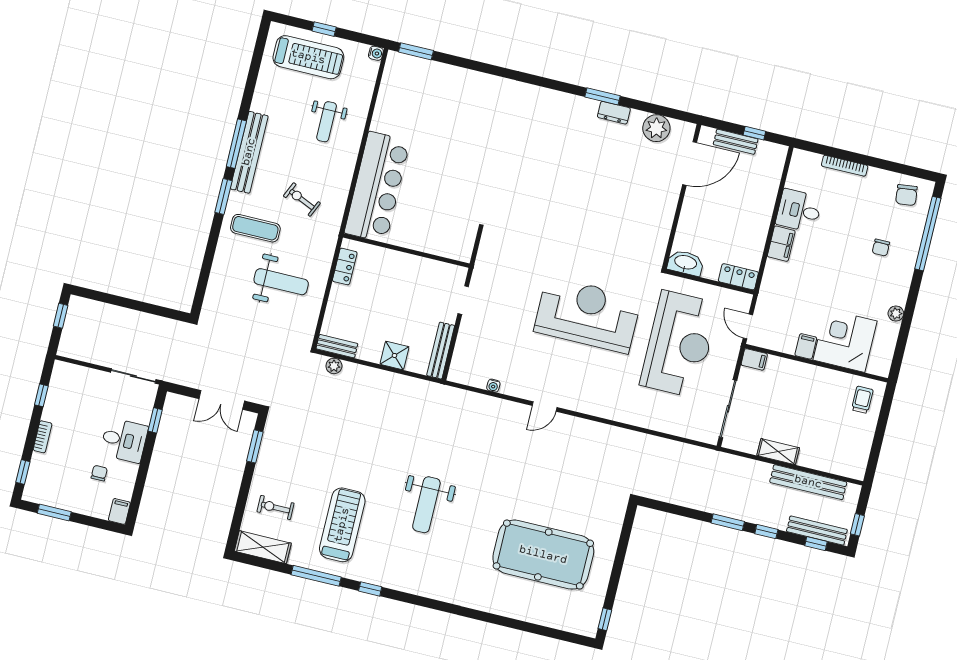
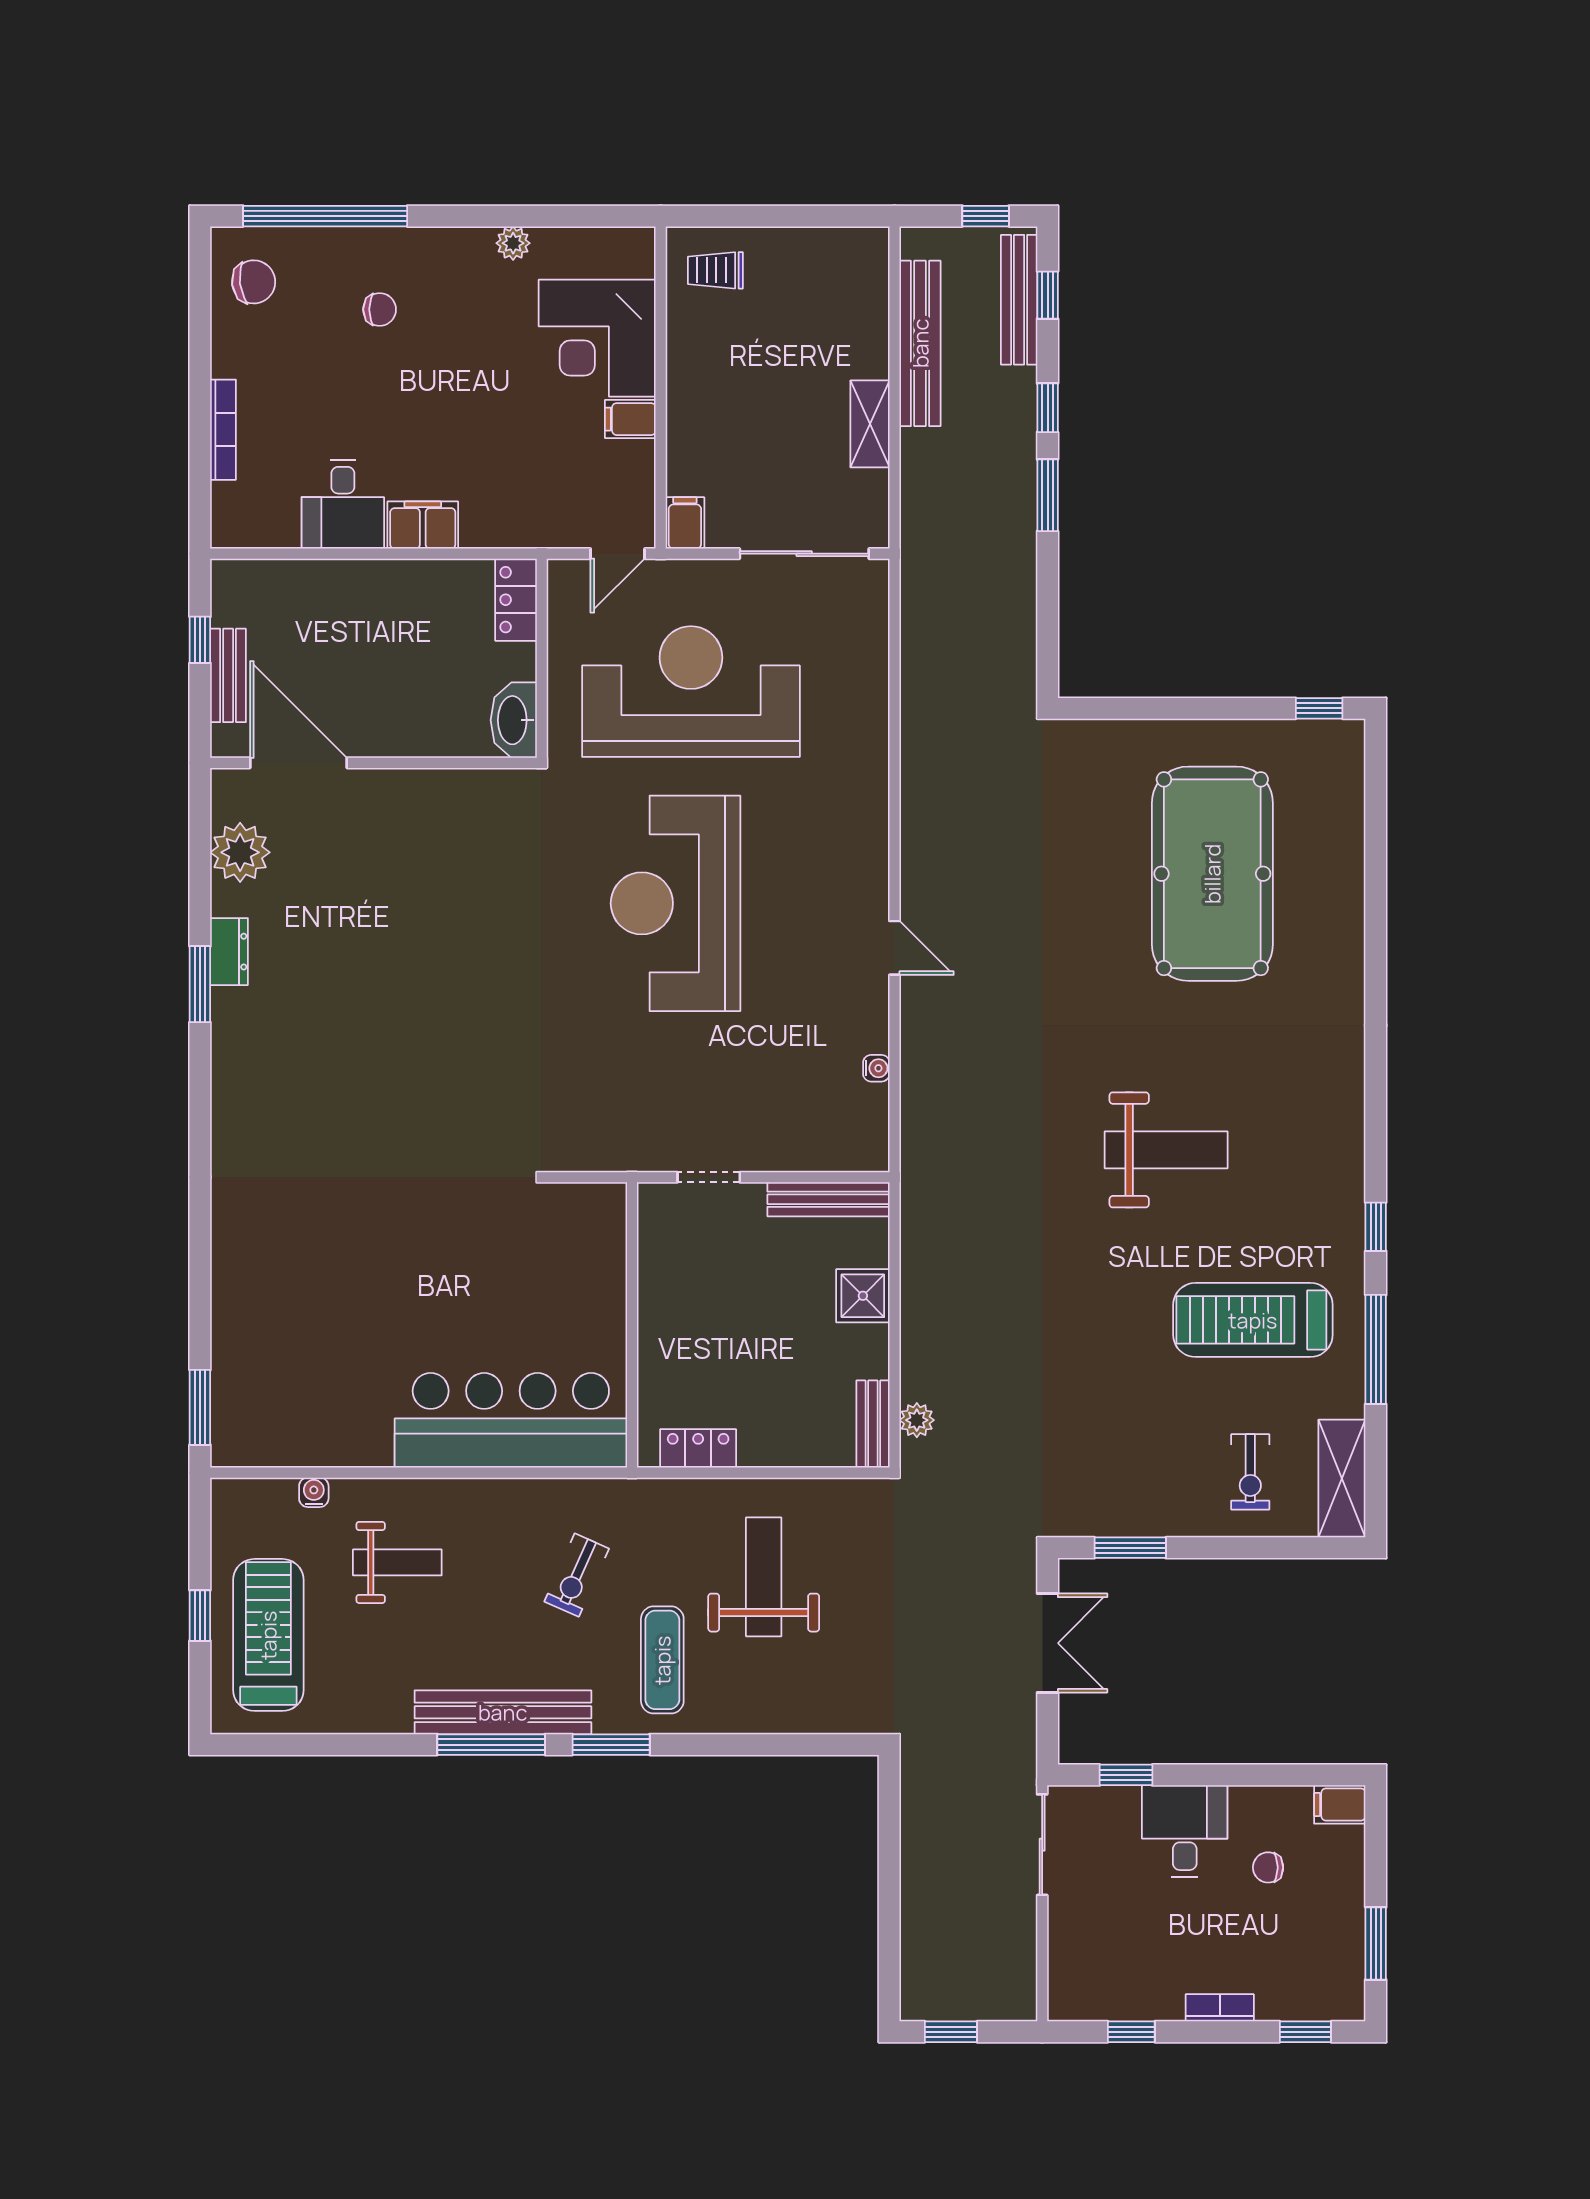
water cooler: (376, 53) -> (314, 1492), moved

